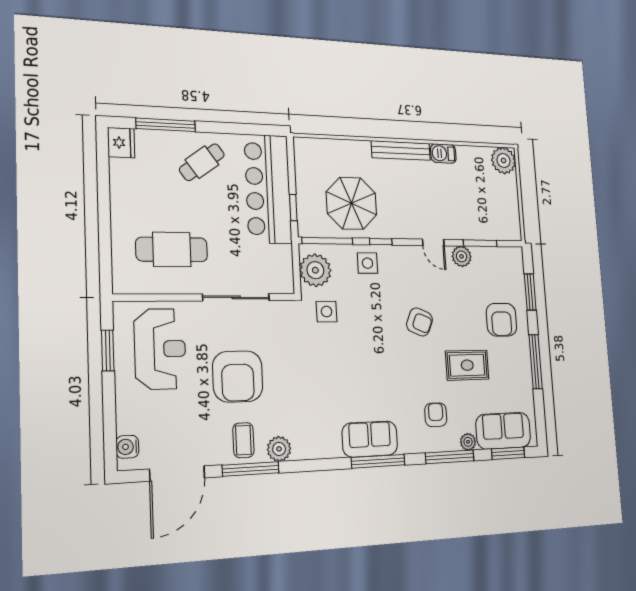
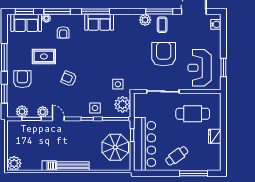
fridge: (121, 143) -> (215, 136), moved
parasol: (352, 203) -> (115, 147), moved
plant: (498, 258) -> (22, 112), added

